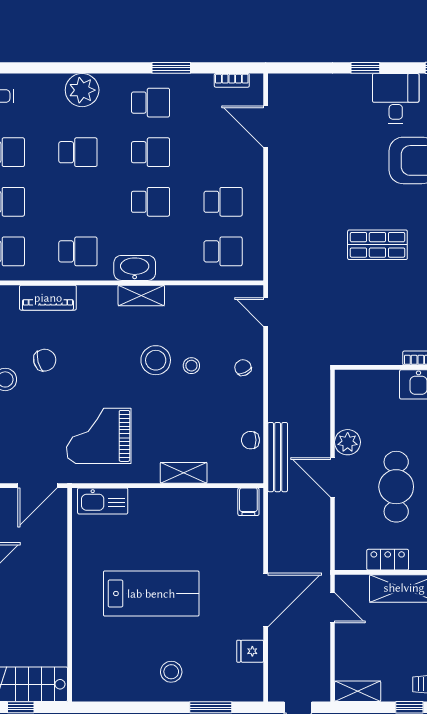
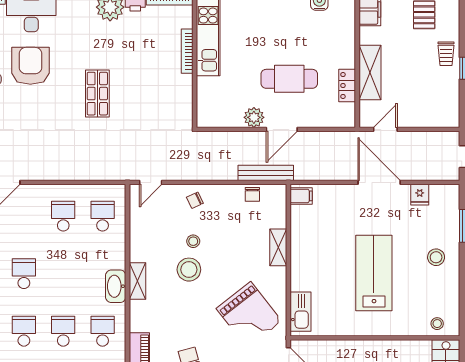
school desk: (150, 202) -> (63, 331), moved
grand piano: (99, 436) -> (249, 315), turned -38
stool: (88, 673) -> (437, 324), added
shelving: (358, 691) -> (452, 109), removed

